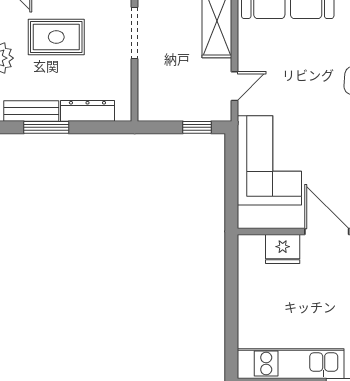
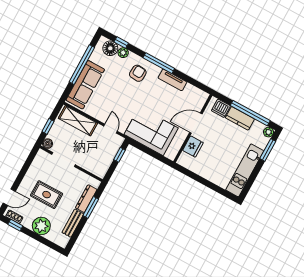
rug: (56, 37) -> (47, 195), turned 90
window: (46, 127) -> (91, 207), moved

